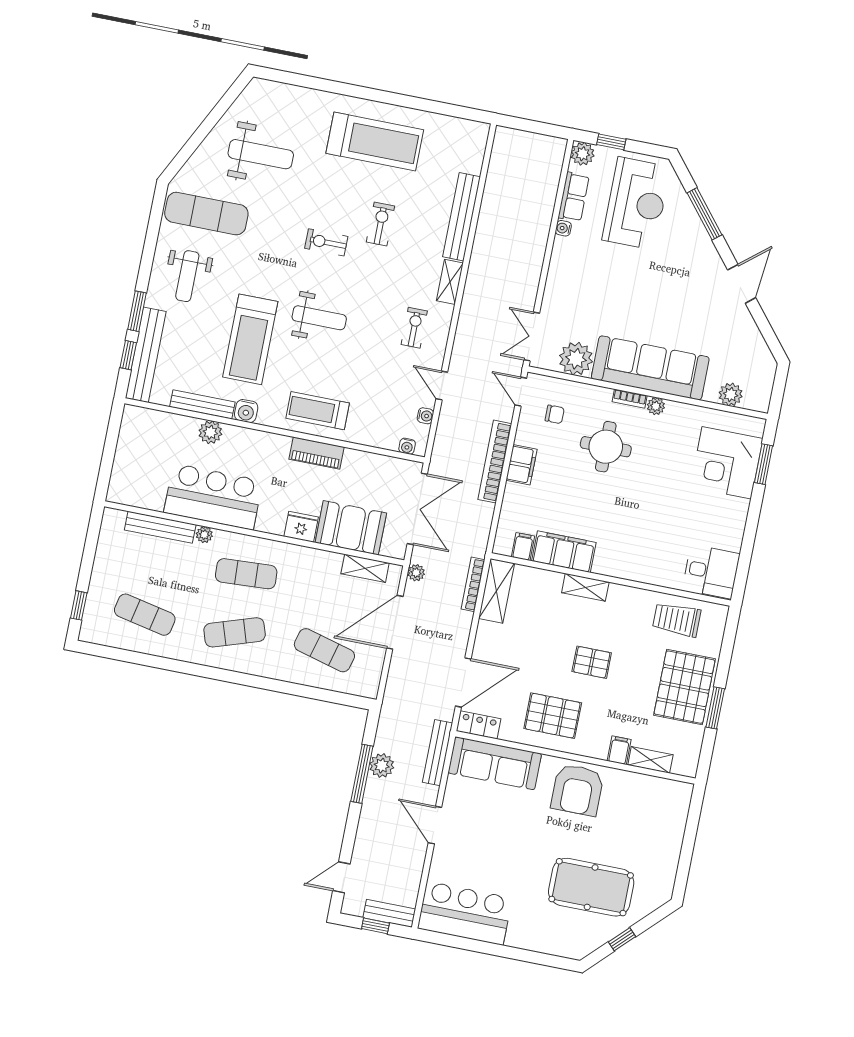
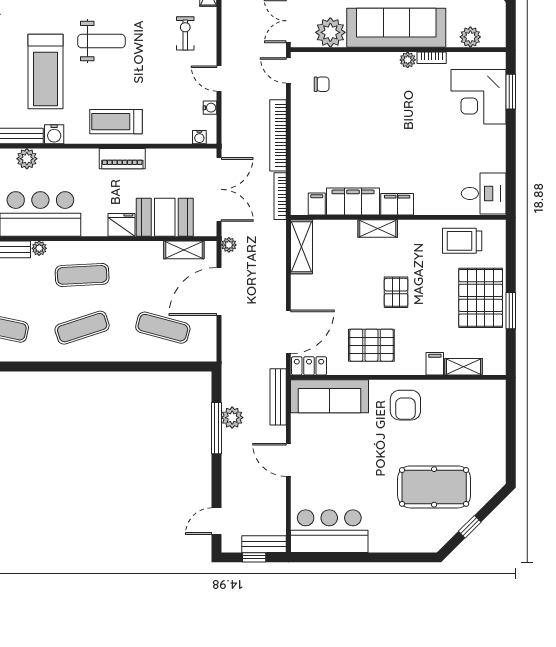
bookcase: (630, 399) -> (432, 58), moved
round table: (606, 447) -> (371, 103), removed
filing cabinet: (521, 465) -> (397, 204), moved, turned -90
bookcase: (473, 584) -> (280, 196), moved
pallet: (592, 662) -> (396, 292), turned 90
armchair: (577, 790) -> (405, 405), width x0.73, depth x0.73

